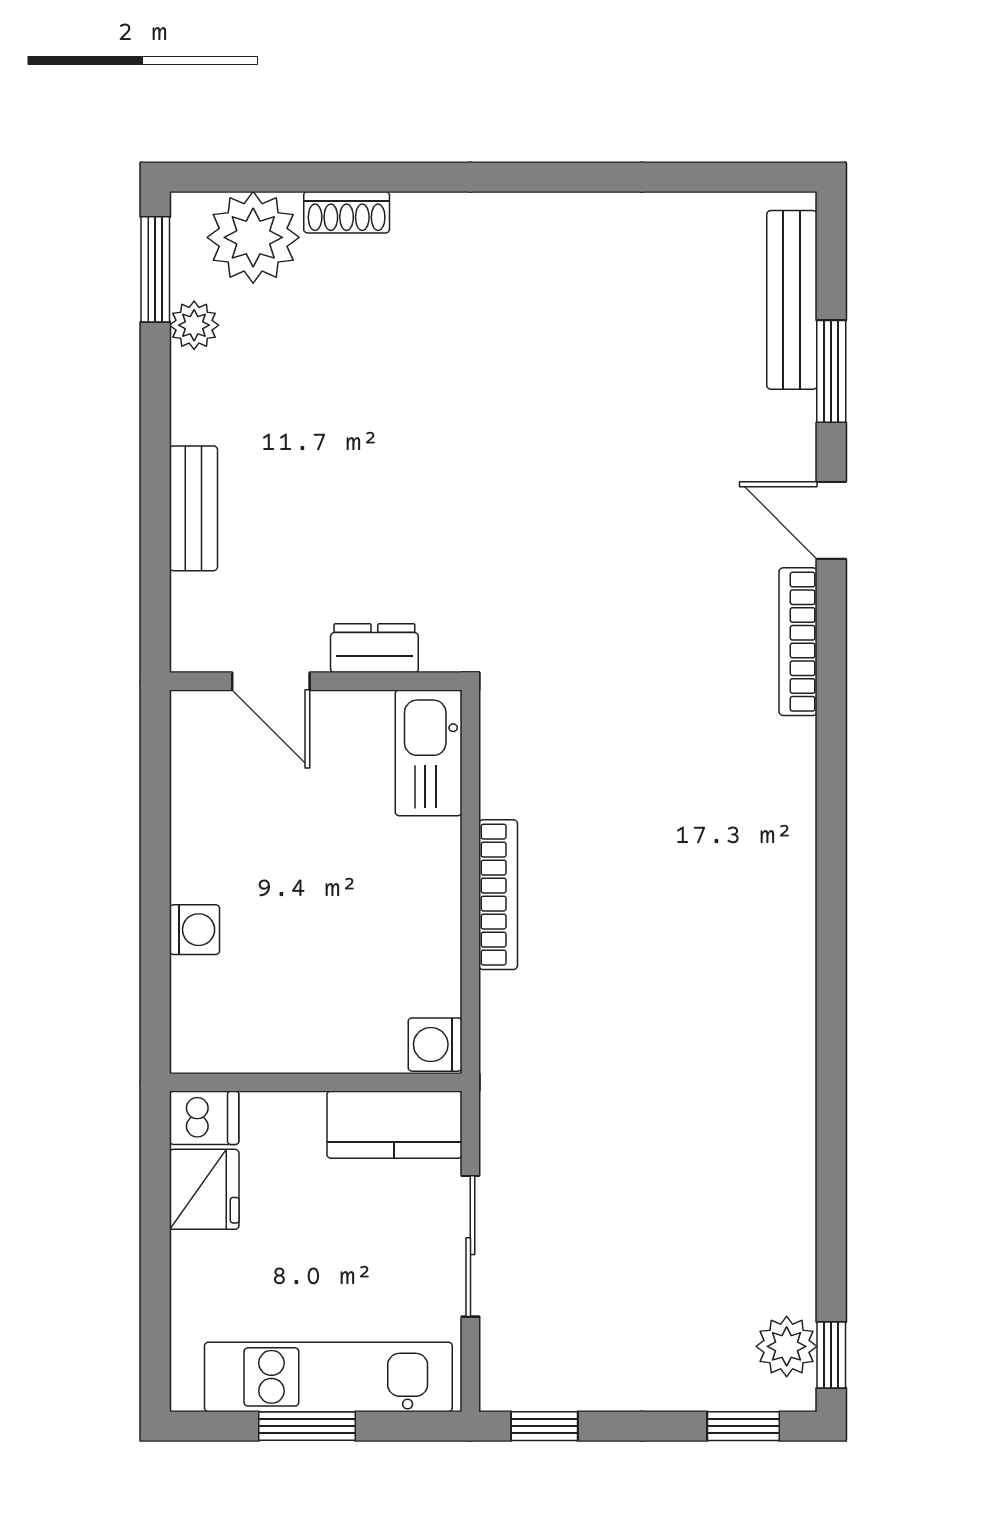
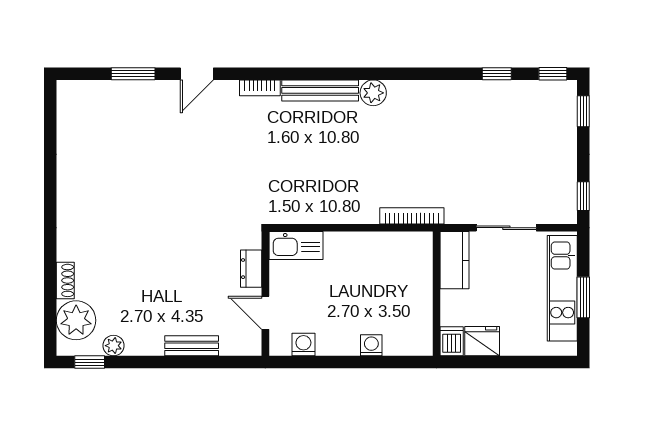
window: (155, 269) -> (90, 362), width x0.67
bench: (792, 300) -> (320, 90), moved
bookcase: (798, 642) -> (260, 88), width x0.64
door: (271, 681) -> (265, 313), swing flipped
bookcase: (498, 895) -> (412, 216), moved
washing machine: (435, 1045) -> (303, 345), moved, turned 180
window: (831, 1223) -> (497, 74), added
plant: (787, 1346) -> (373, 93), moved

